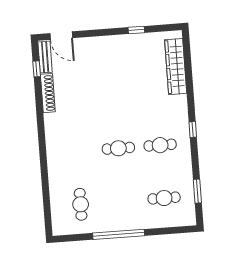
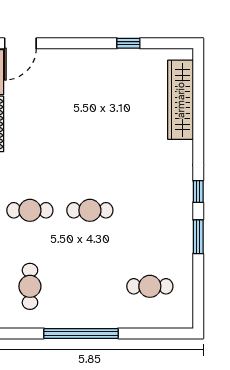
door: (61, 36) -> (20, 43), hinge flipped
cafe table: (160, 145) -> (30, 210), moved
window: (197, 191) -> (198, 237), moved

